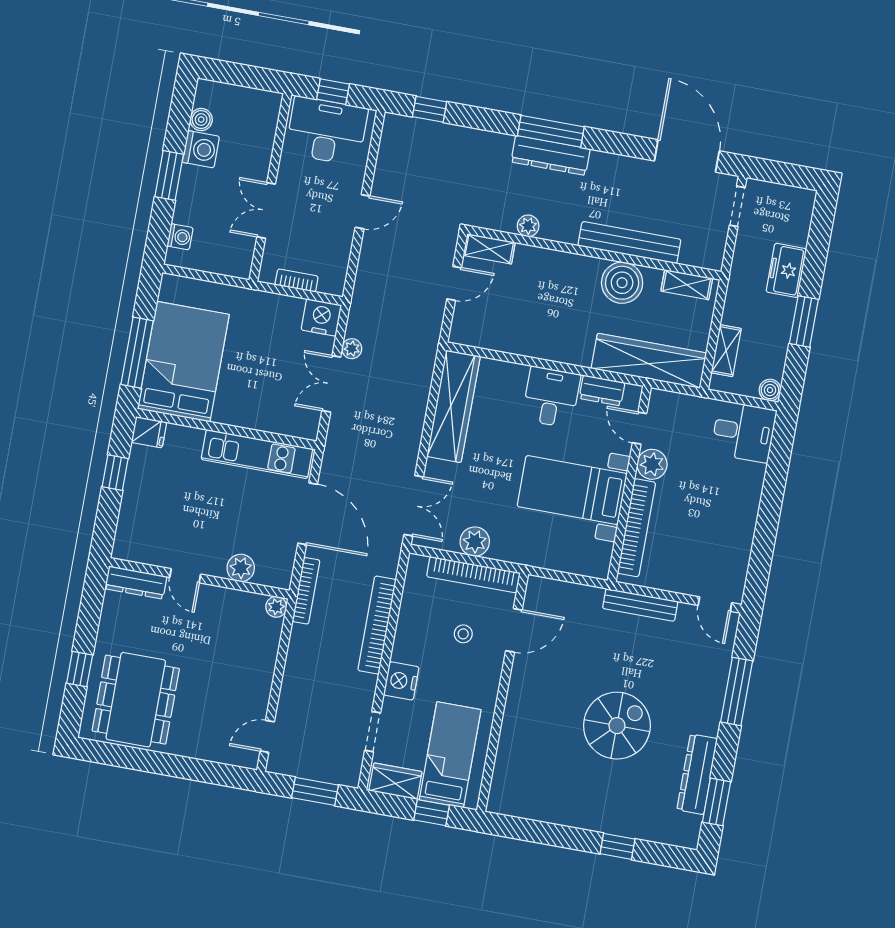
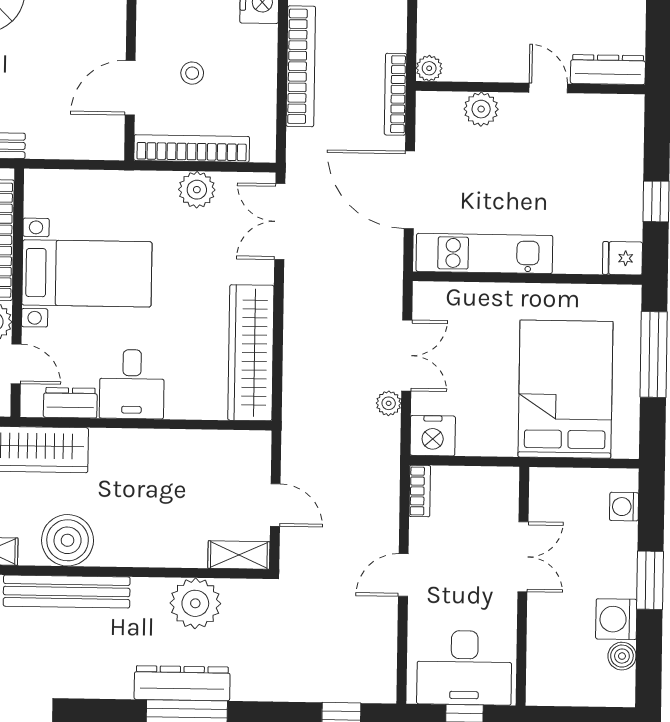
plant: (528, 226) -> (195, 603), width x1.87, depth x1.87
bookcase: (297, 281) -> (420, 491), moved, turned -90
door: (454, 283) -> (275, 505), swing flipped
bed: (183, 362) -> (565, 389), moved, turned 180

